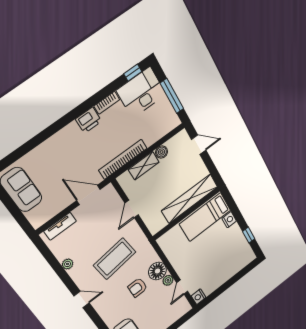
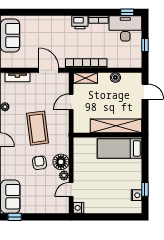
window: (172, 96) -> (145, 45), width x0.46
shelving: (144, 166) -> (85, 78), moved
nightstand: (229, 220) -> (136, 195), moved
coffee table: (115, 259) -> (38, 128), turned 90
armchair: (138, 287) -> (40, 163), turned 82

